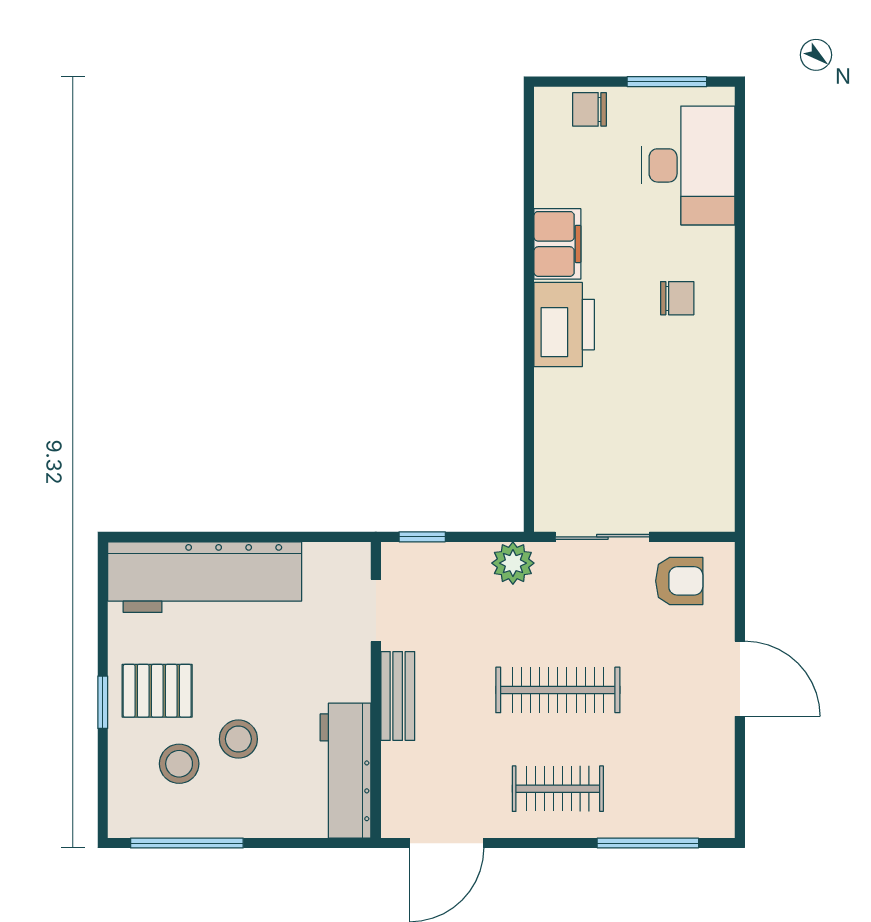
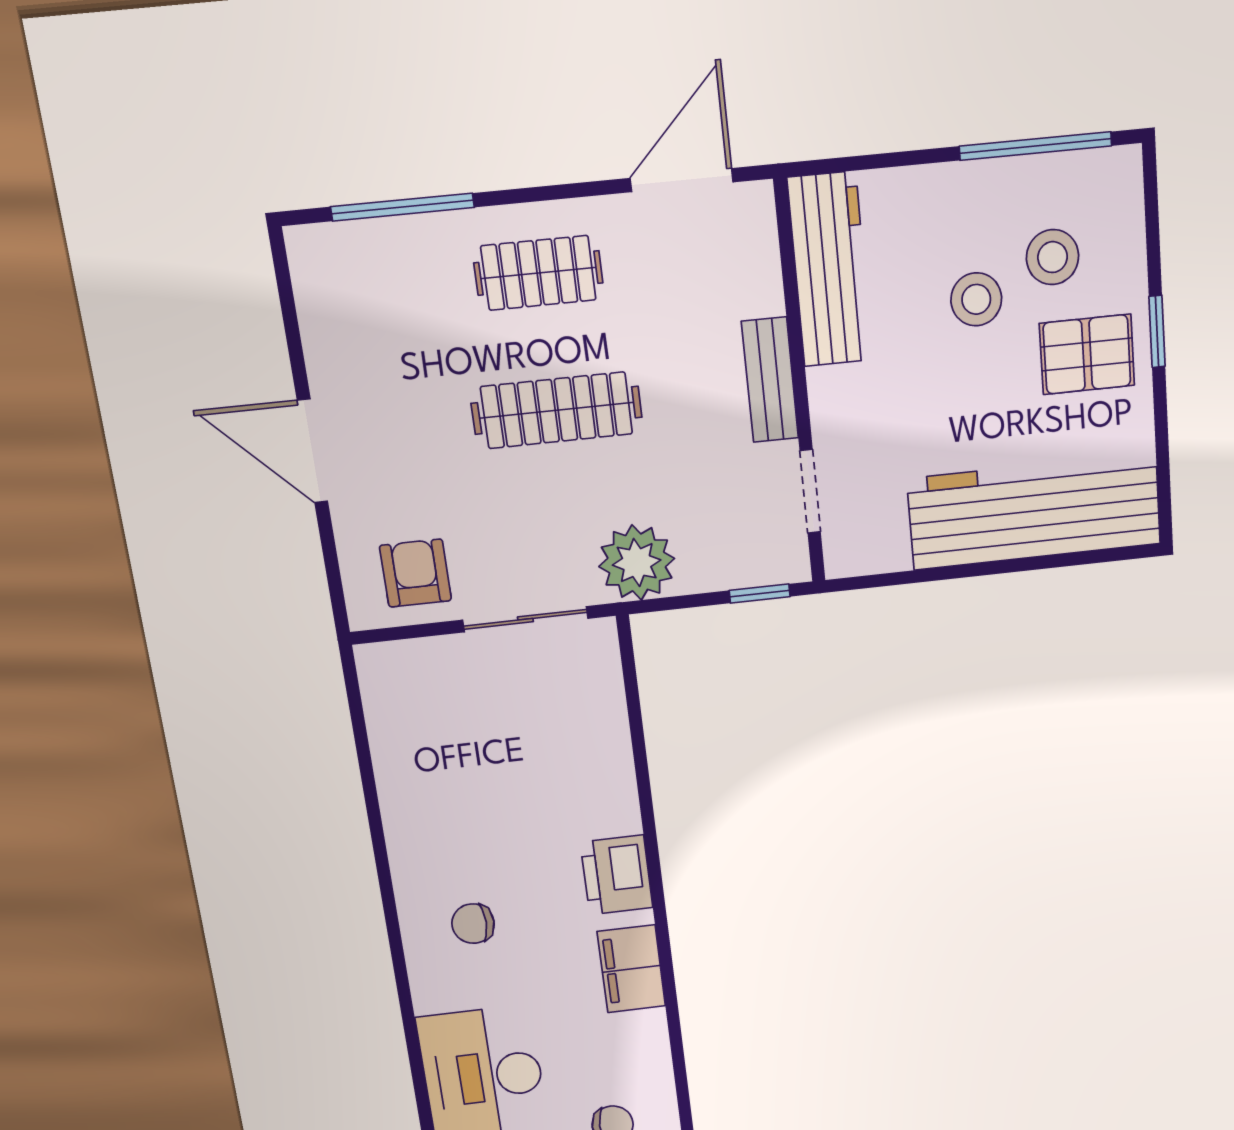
printer: (564, 325) -> (617, 875), width x0.73, depth x0.84
plant: (513, 563) -> (637, 563), width x1.36, depth x1.36
armchair: (679, 581) -> (415, 573), turned 90

